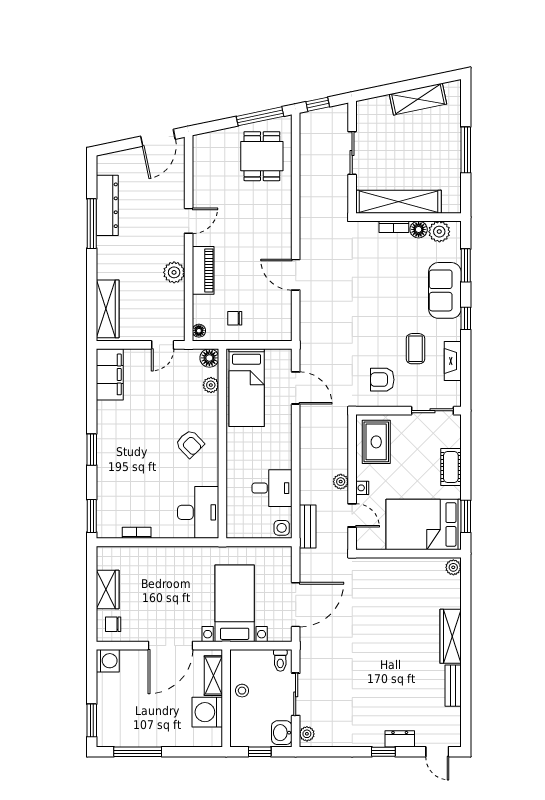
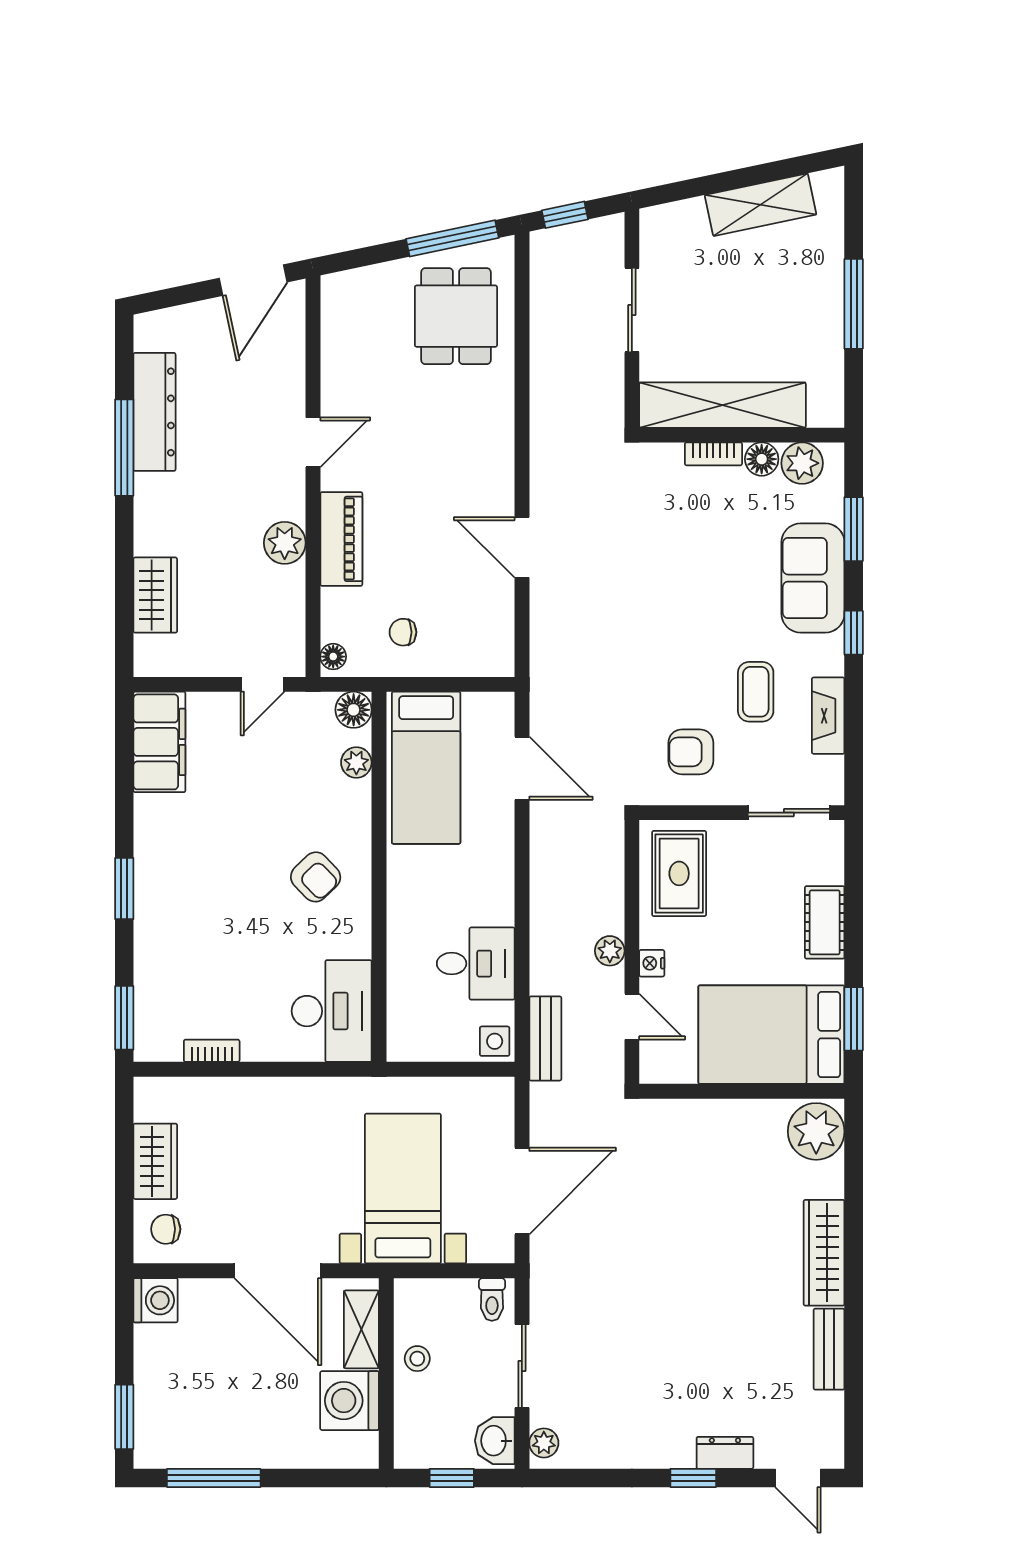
wardrobe: (108, 309) -> (155, 595), width x0.67
plant: (453, 567) -> (816, 1131), width x1.87, depth x1.87
door: (170, 646) -> (278, 1271), hinge flipped

